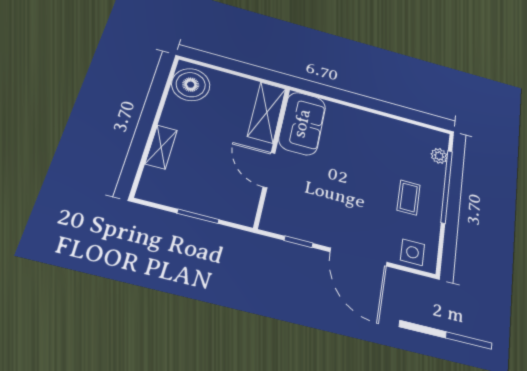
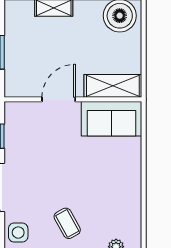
coffee table: (409, 197) -> (67, 223), turned 61

